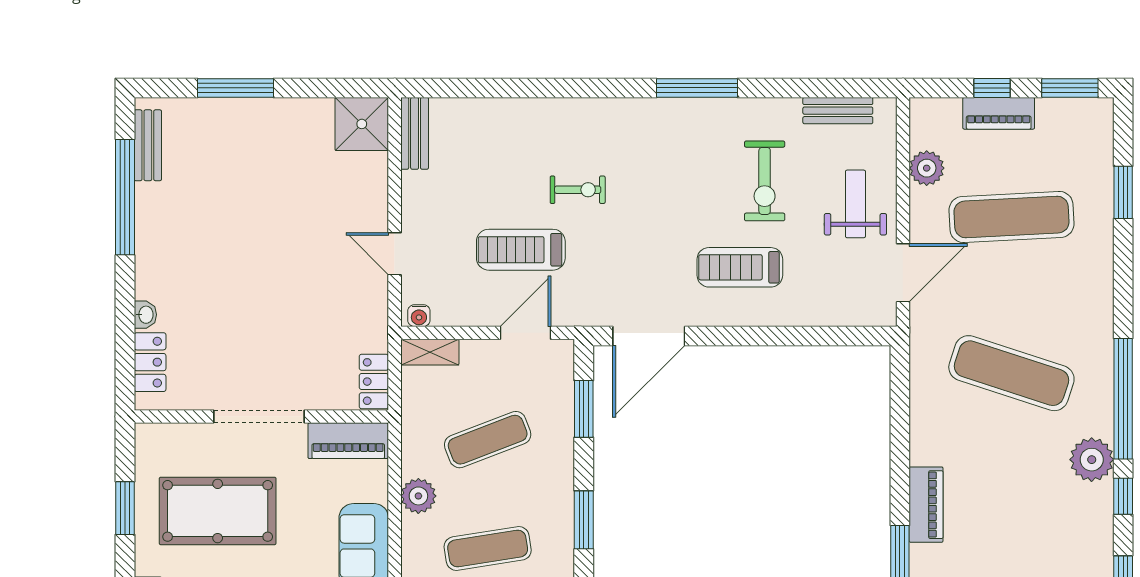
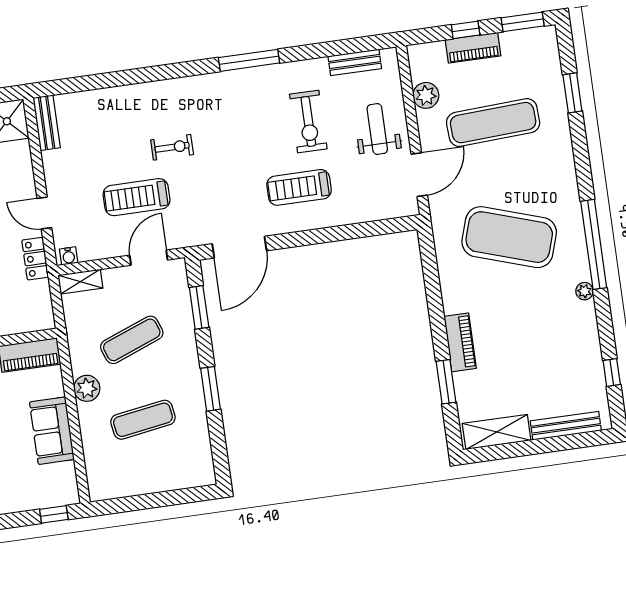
exercise mat: (1011, 373) -> (509, 237), width x1.47
locker: (374, 382) -> (35, 259), moved
plant: (1092, 460) -> (585, 291), width x0.53, depth x0.53
window: (1123, 496) -> (604, 316), removed

